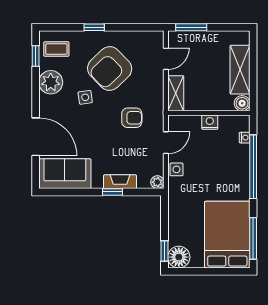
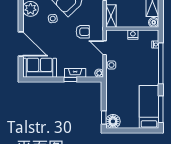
door: (166, 143) -> (105, 48), swing flipped
bed: (227, 235) -> (149, 107), width x0.67

